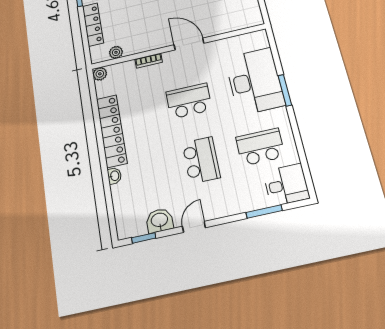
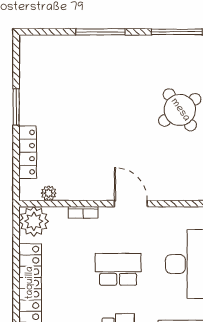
plant: (100, 74) -> (34, 221), width x1.88, depth x1.88

